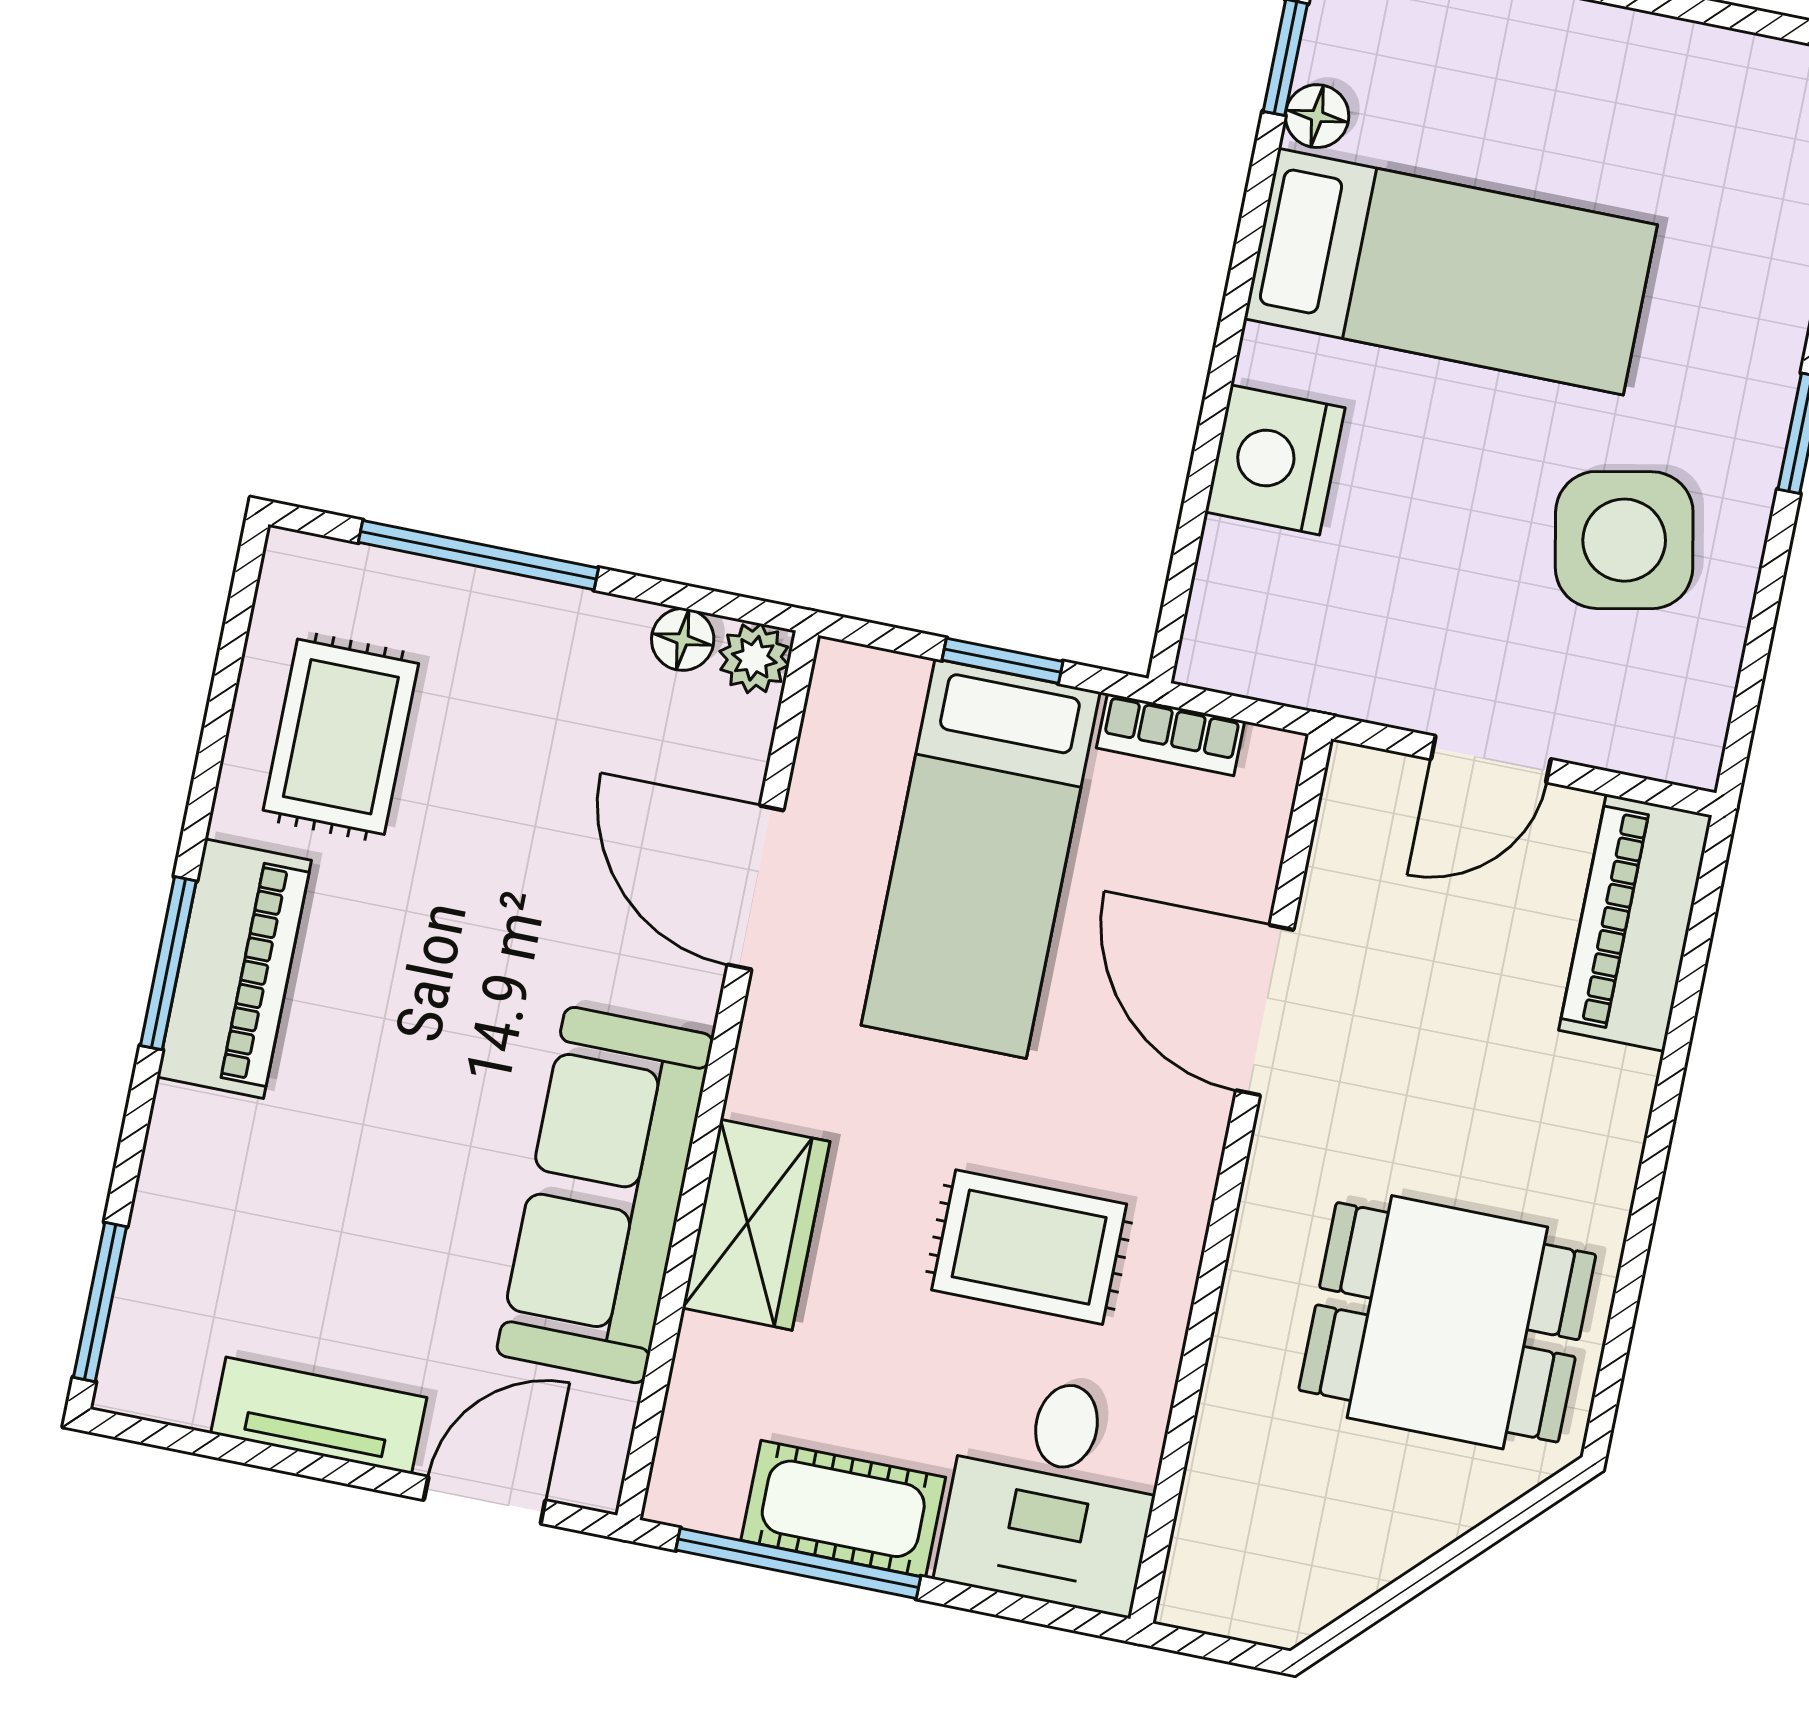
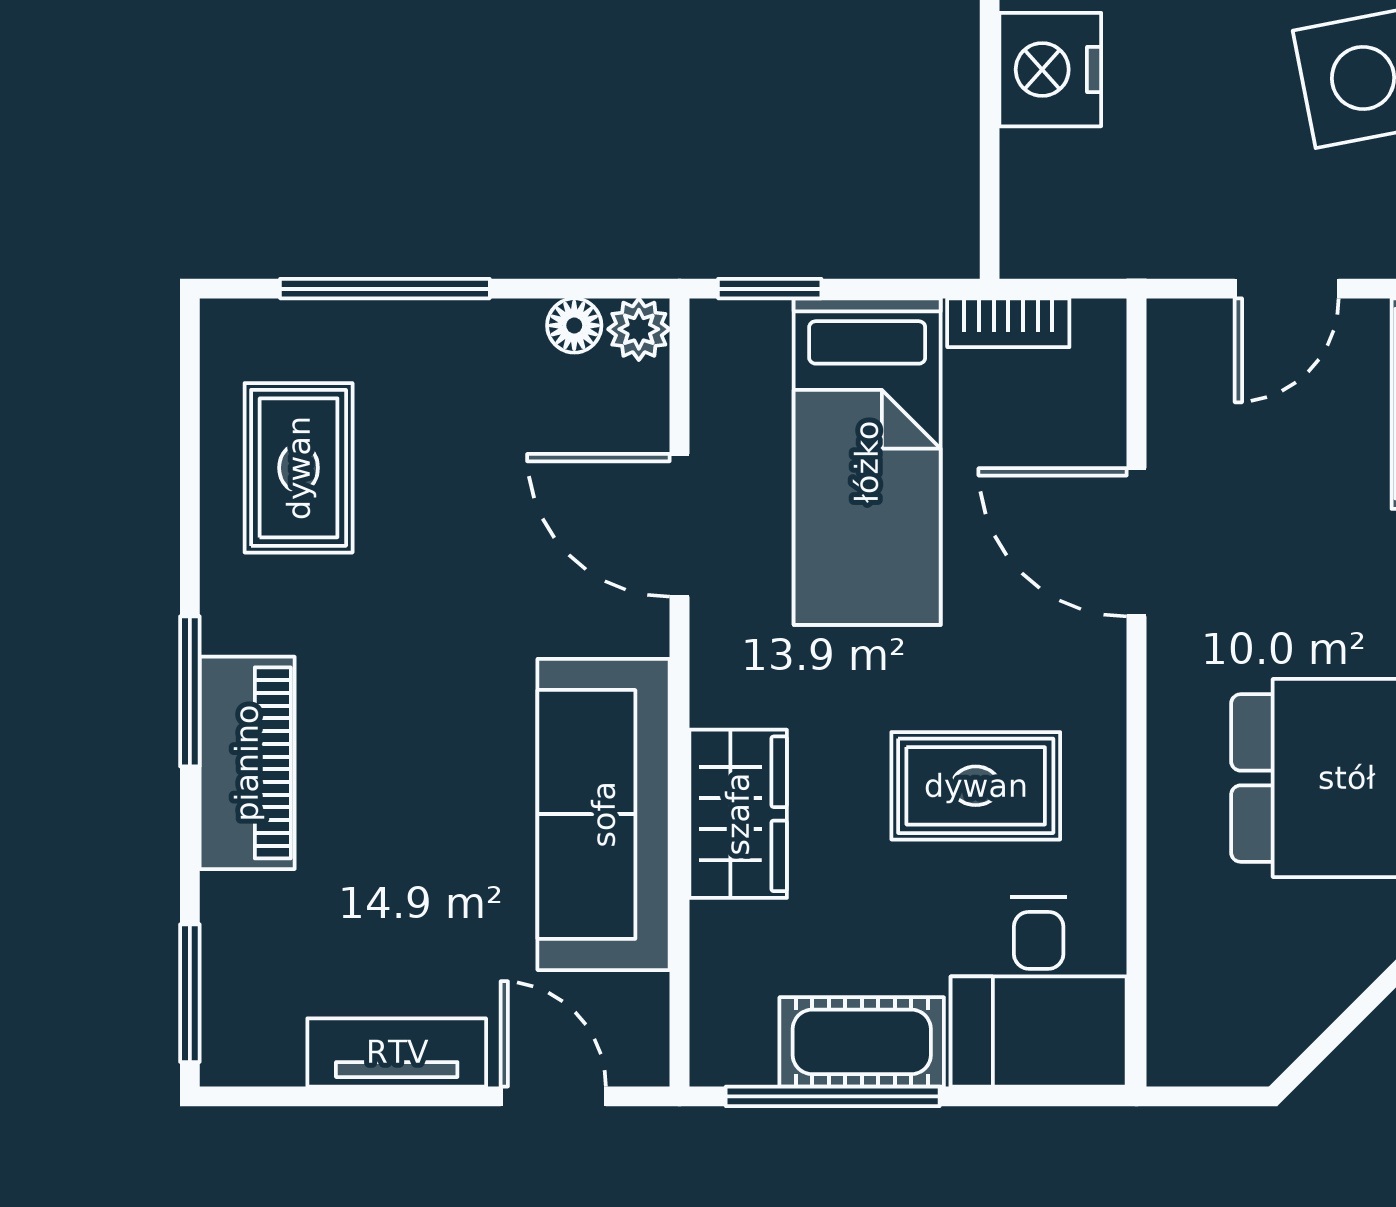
window: (1002, 661) -> (770, 289), moved
piano: (234, 969) -> (247, 763), moved
door: (485, 1500) -> (553, 1096), hinge flipped

